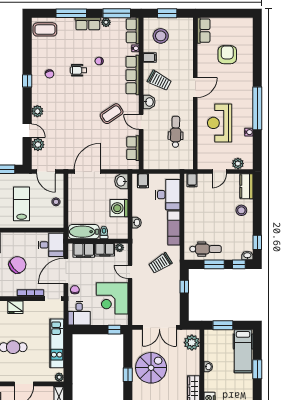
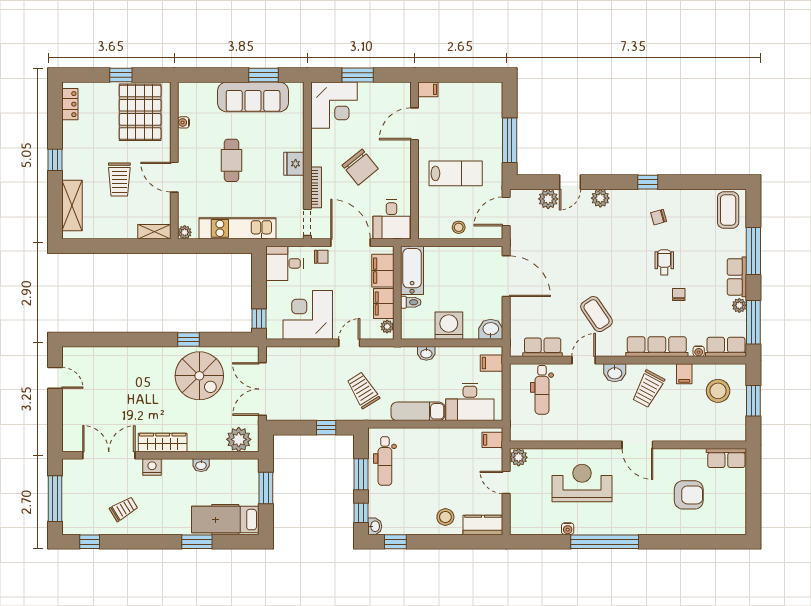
dental chair: (176, 132) -> (542, 390), moved, turned 89
plant: (238, 164) -> (519, 457), moved

